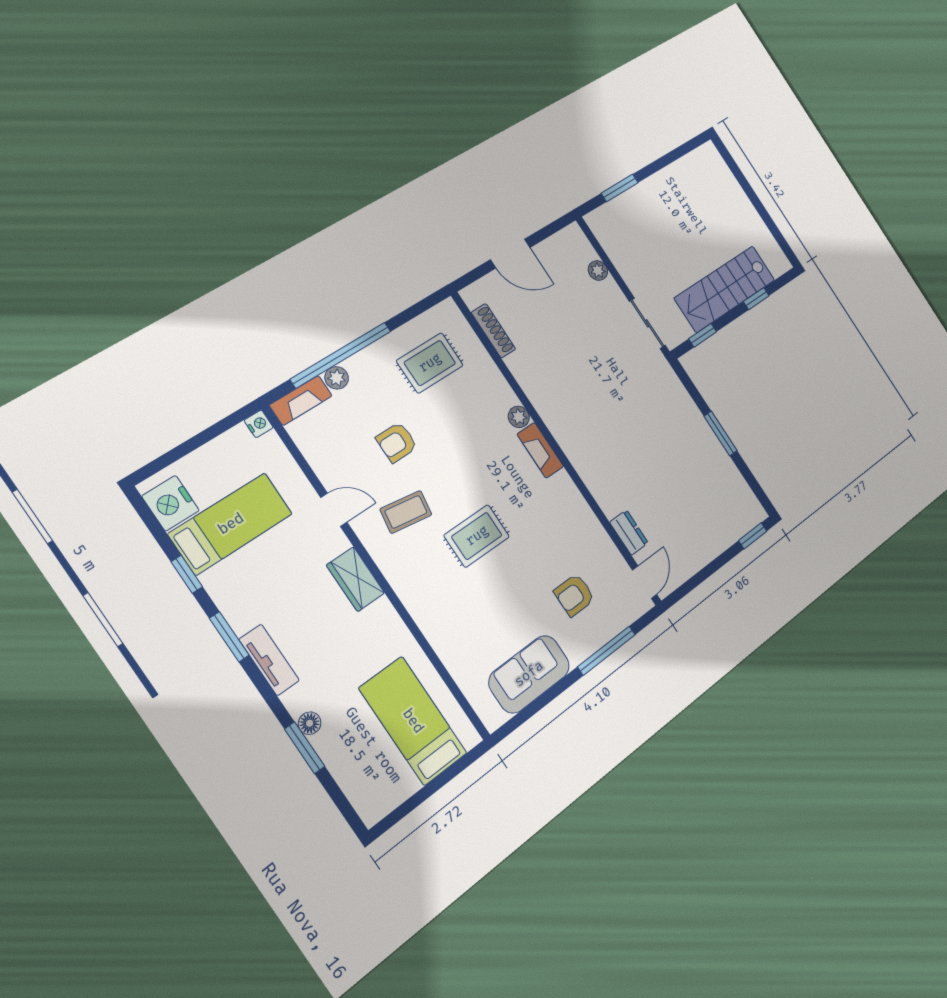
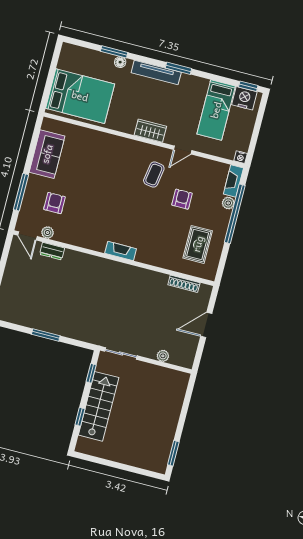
window: (620, 188) -> (173, 453), moved
plant: (519, 417) -> (48, 233), moved
rug: (477, 536) -> (117, 191), removed
window: (187, 574) -> (248, 86), moved
tv unit: (269, 660) -> (156, 72), width x1.41
bed: (413, 721) -> (80, 96), width x1.50

